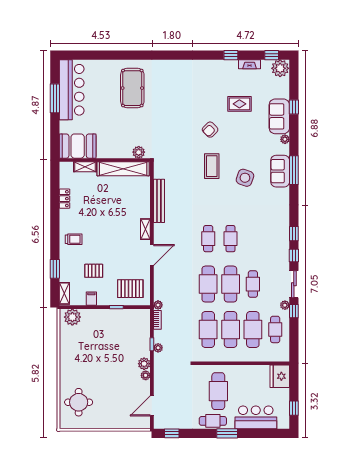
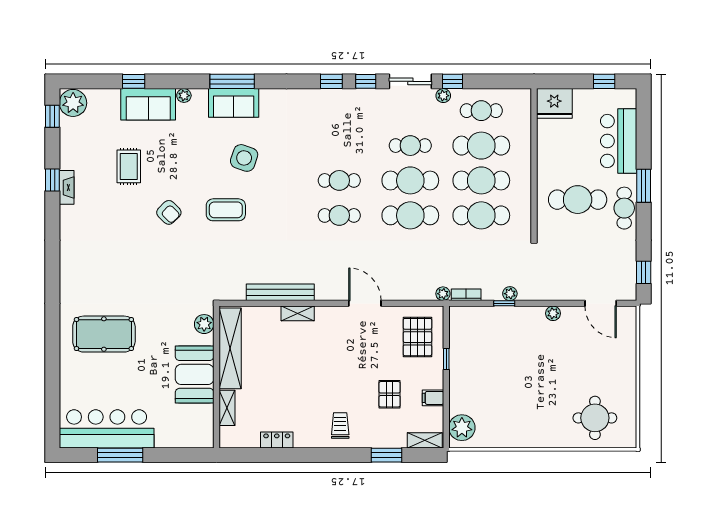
fireplace: (250, 64) -> (67, 187), moved
booth: (78, 146) -> (195, 374), moved
shelving: (145, 229) -> (298, 313), moved
plant: (144, 364) -> (535, 316), removed

